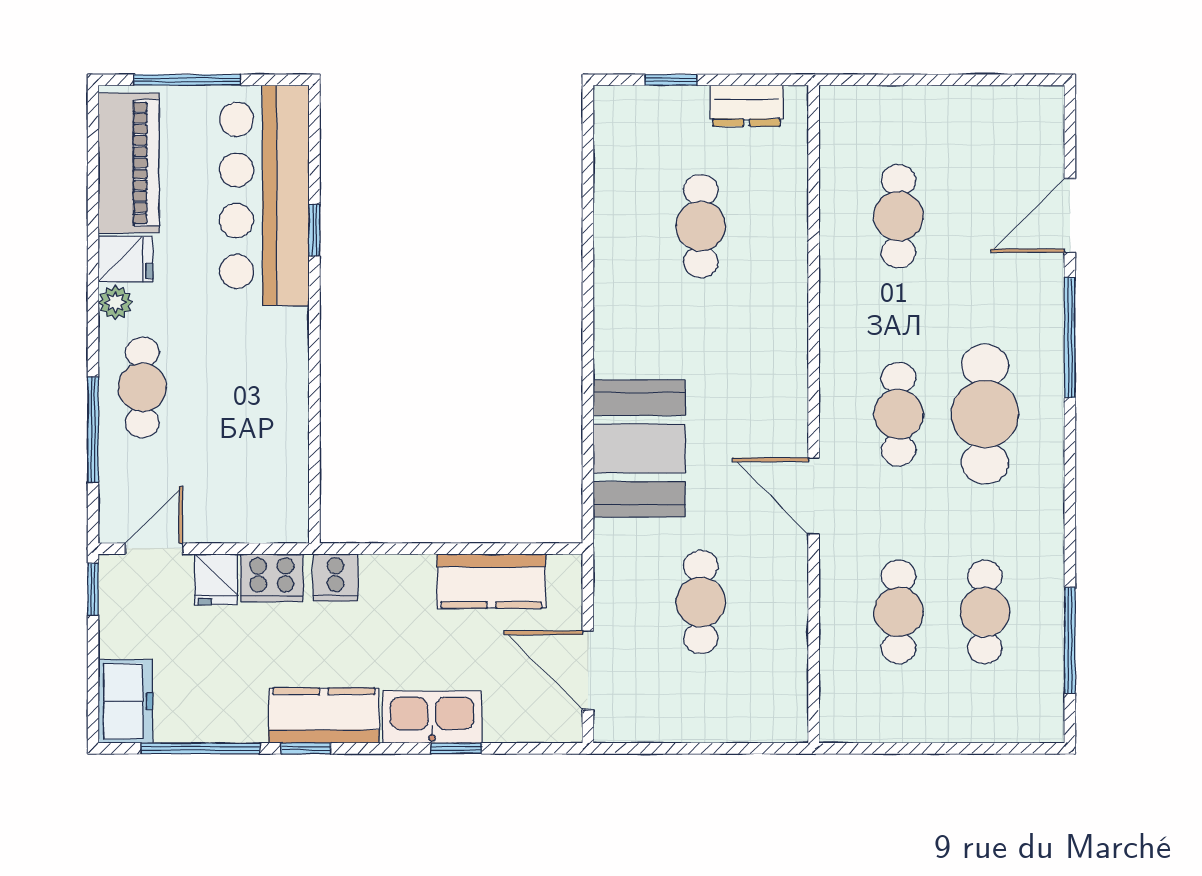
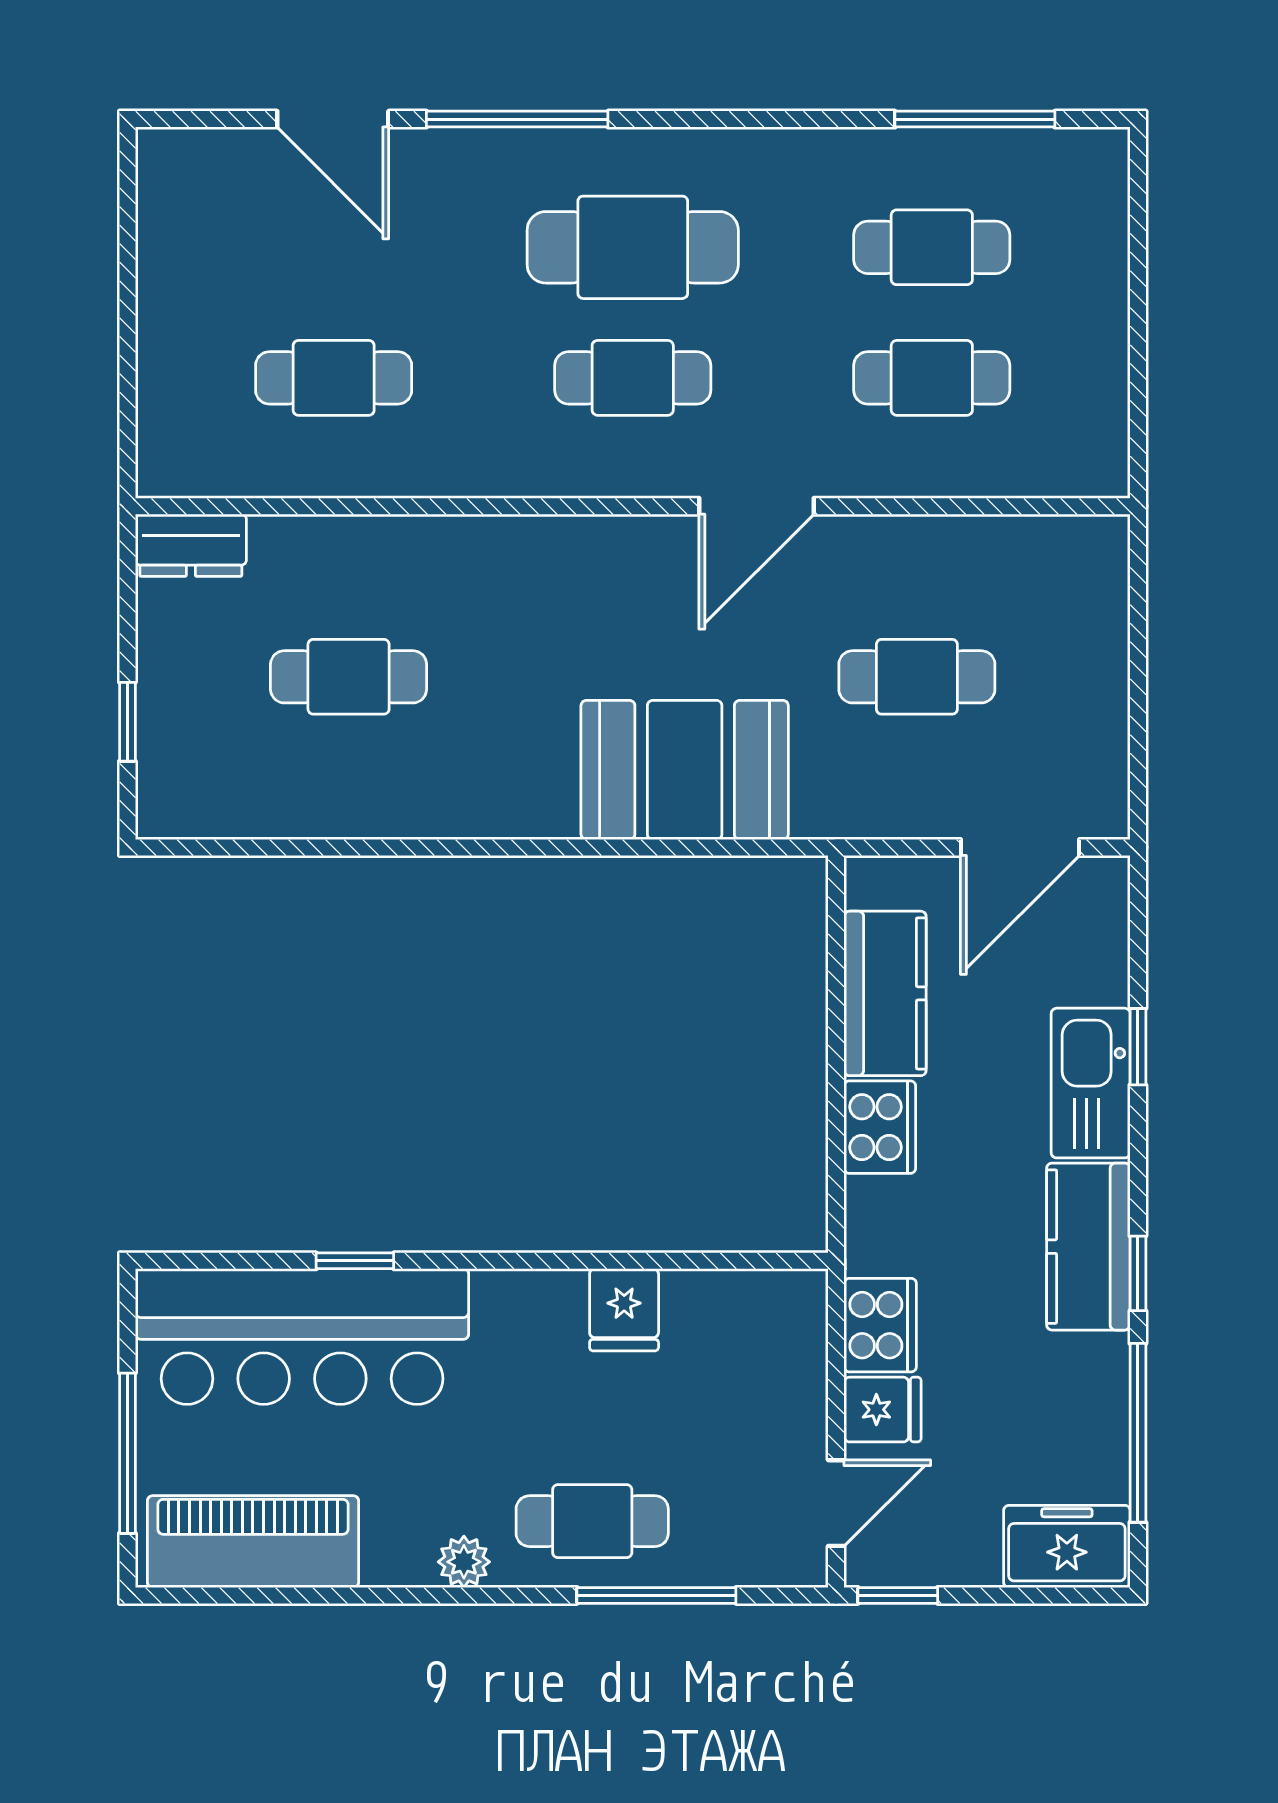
dresser: (747, 106) -> (191, 545), moved, turned 90
fridge: (125, 259) -> (624, 1310), moved, turned 180
door: (154, 549) -> (836, 1503), swing flipped
cooker: (336, 578) -> (880, 1127), moved, width x1.36

